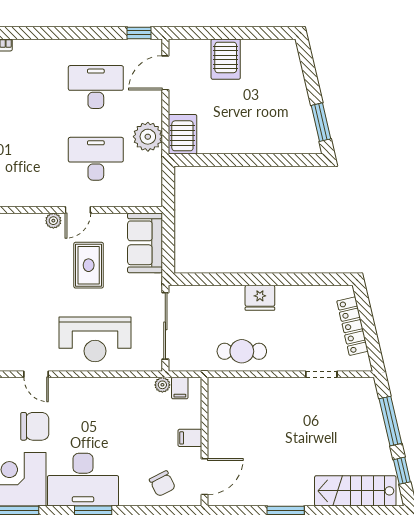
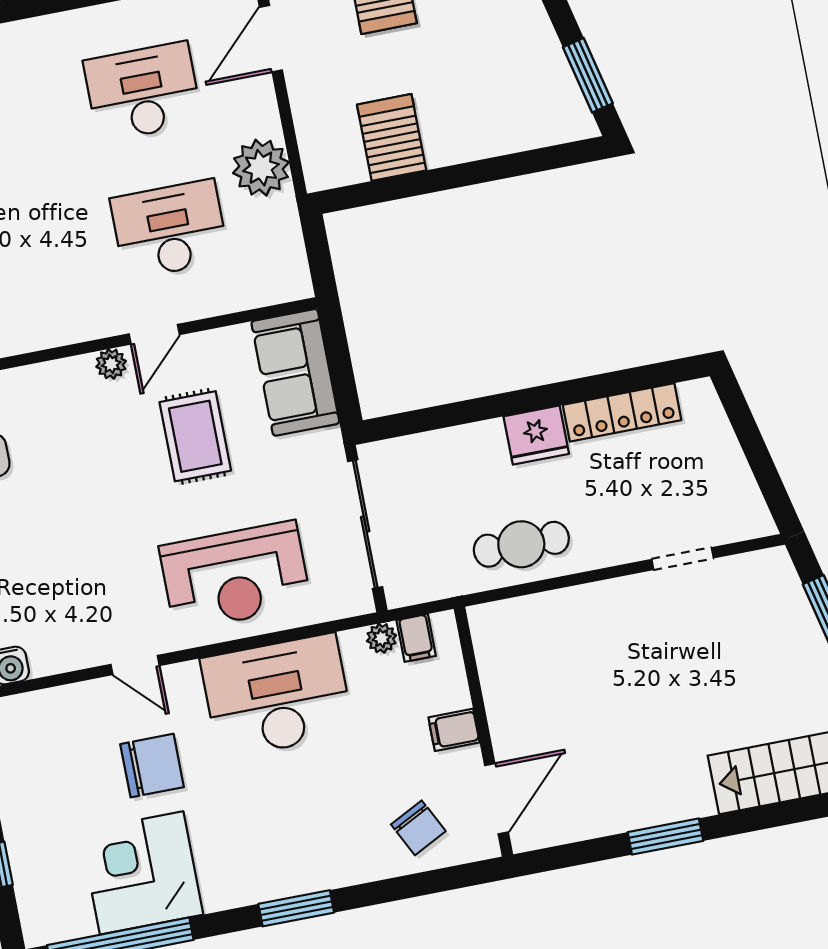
server rack: (182, 134) -> (392, 137), moved
locker: (352, 326) -> (622, 412), moved, turned -77
desk: (83, 480) -> (277, 696), moved, turned 180

